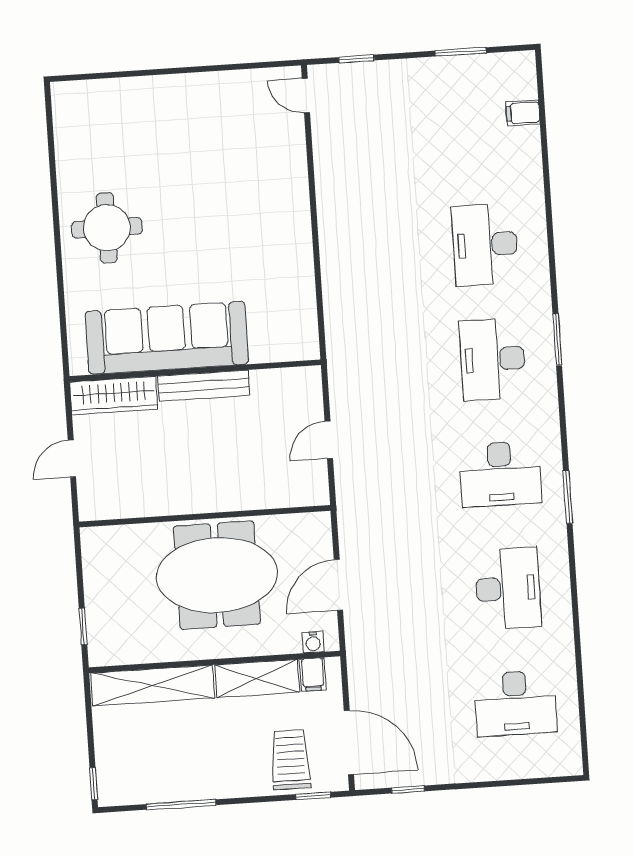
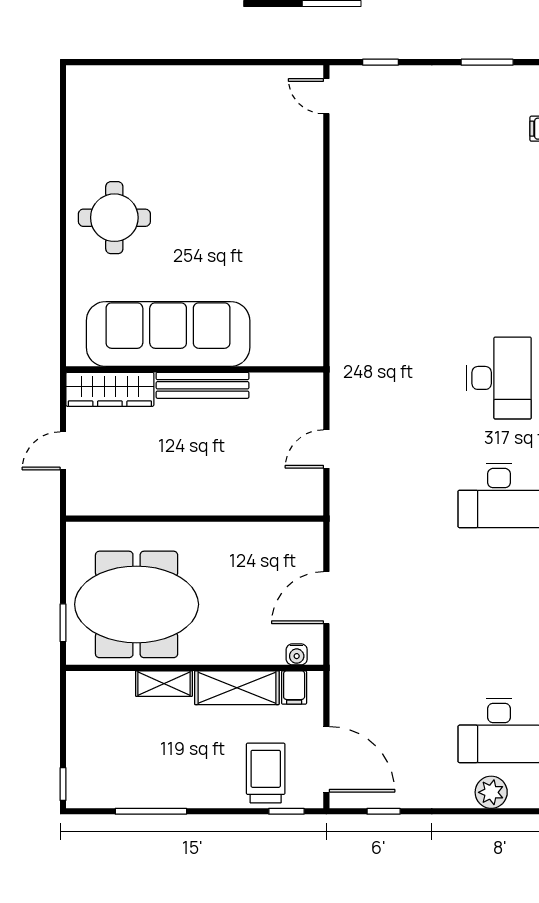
desk: (485, 245) -> (499, 260), removed
desk: (493, 359) -> (499, 378), turned 180
meeting table: (217, 575) -> (137, 604), moved
desk: (508, 588) -> (499, 613), removed
shelving: (153, 685) -> (164, 684), width x0.45, depth x0.75
plant: (512, 764) -> (491, 792), added

